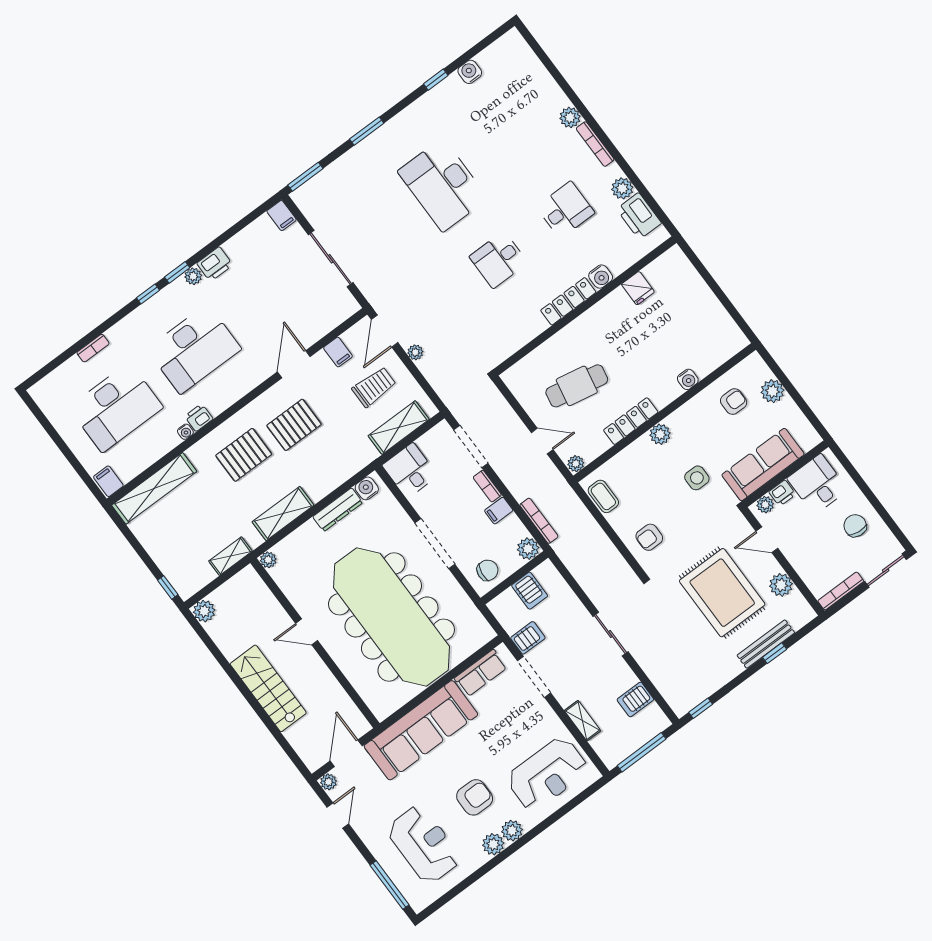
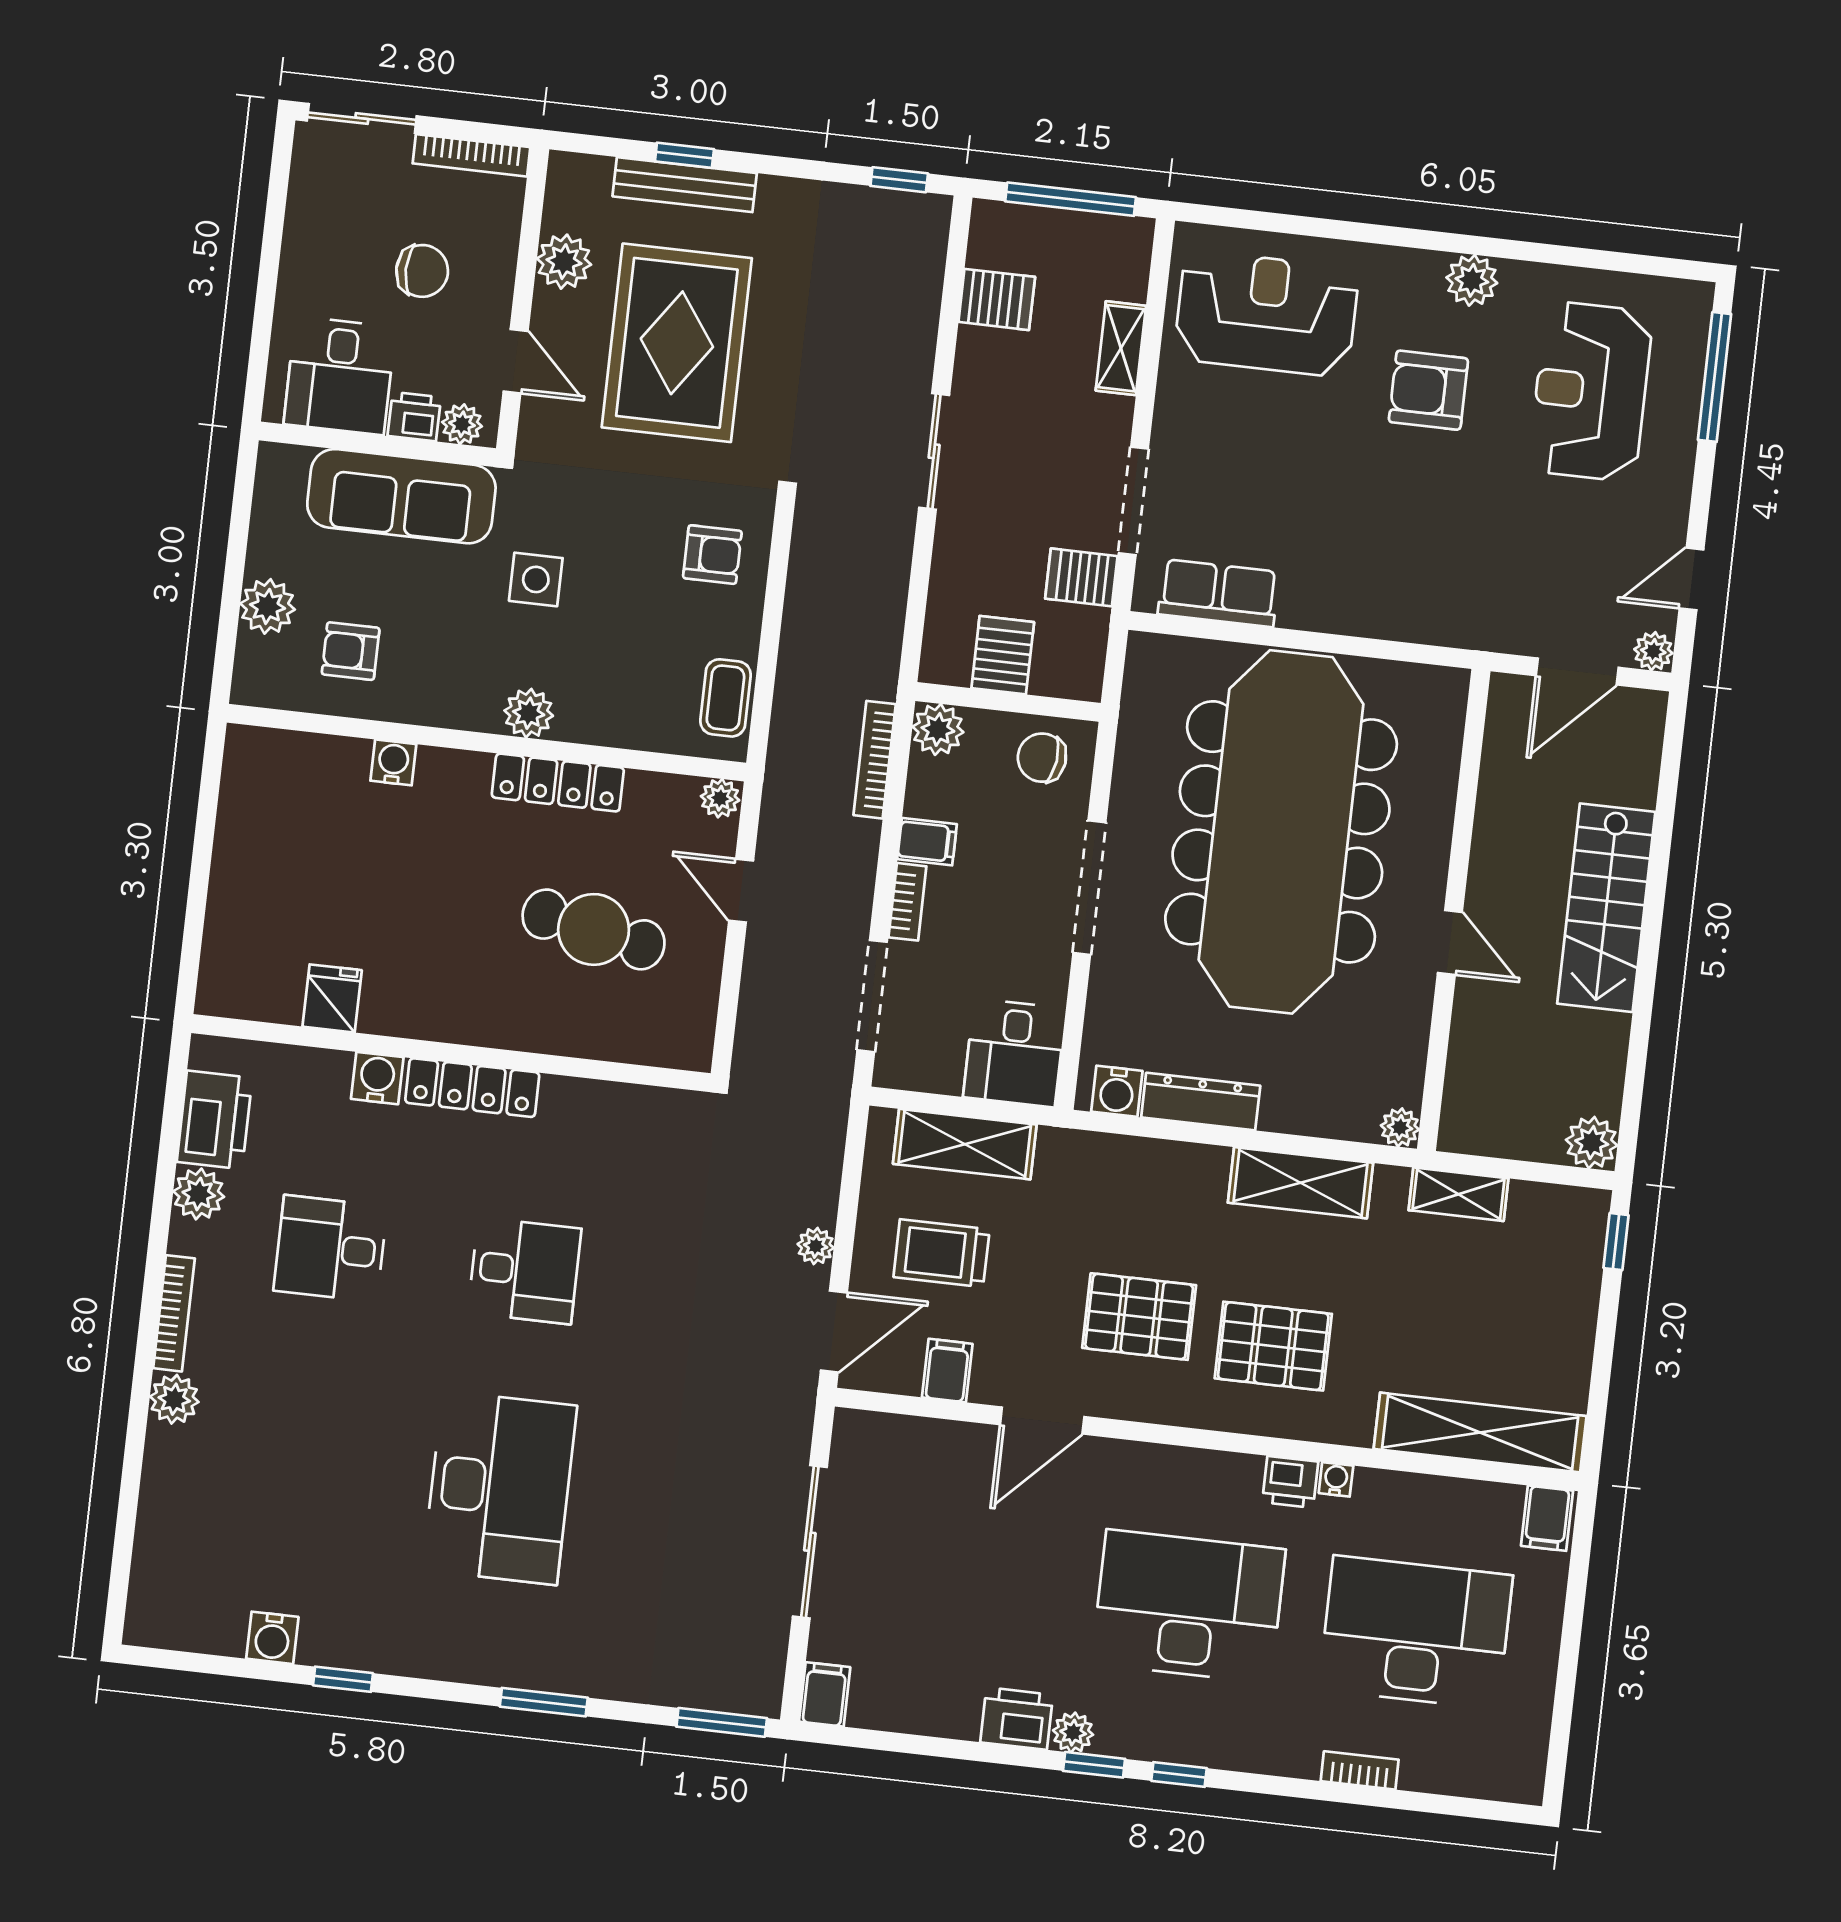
chair: (855, 526) -> (422, 271), moved, turned -97
sofa: (421, 730) -> (1412, 591), removed
plant: (512, 831) -> (1418, 273), removed

